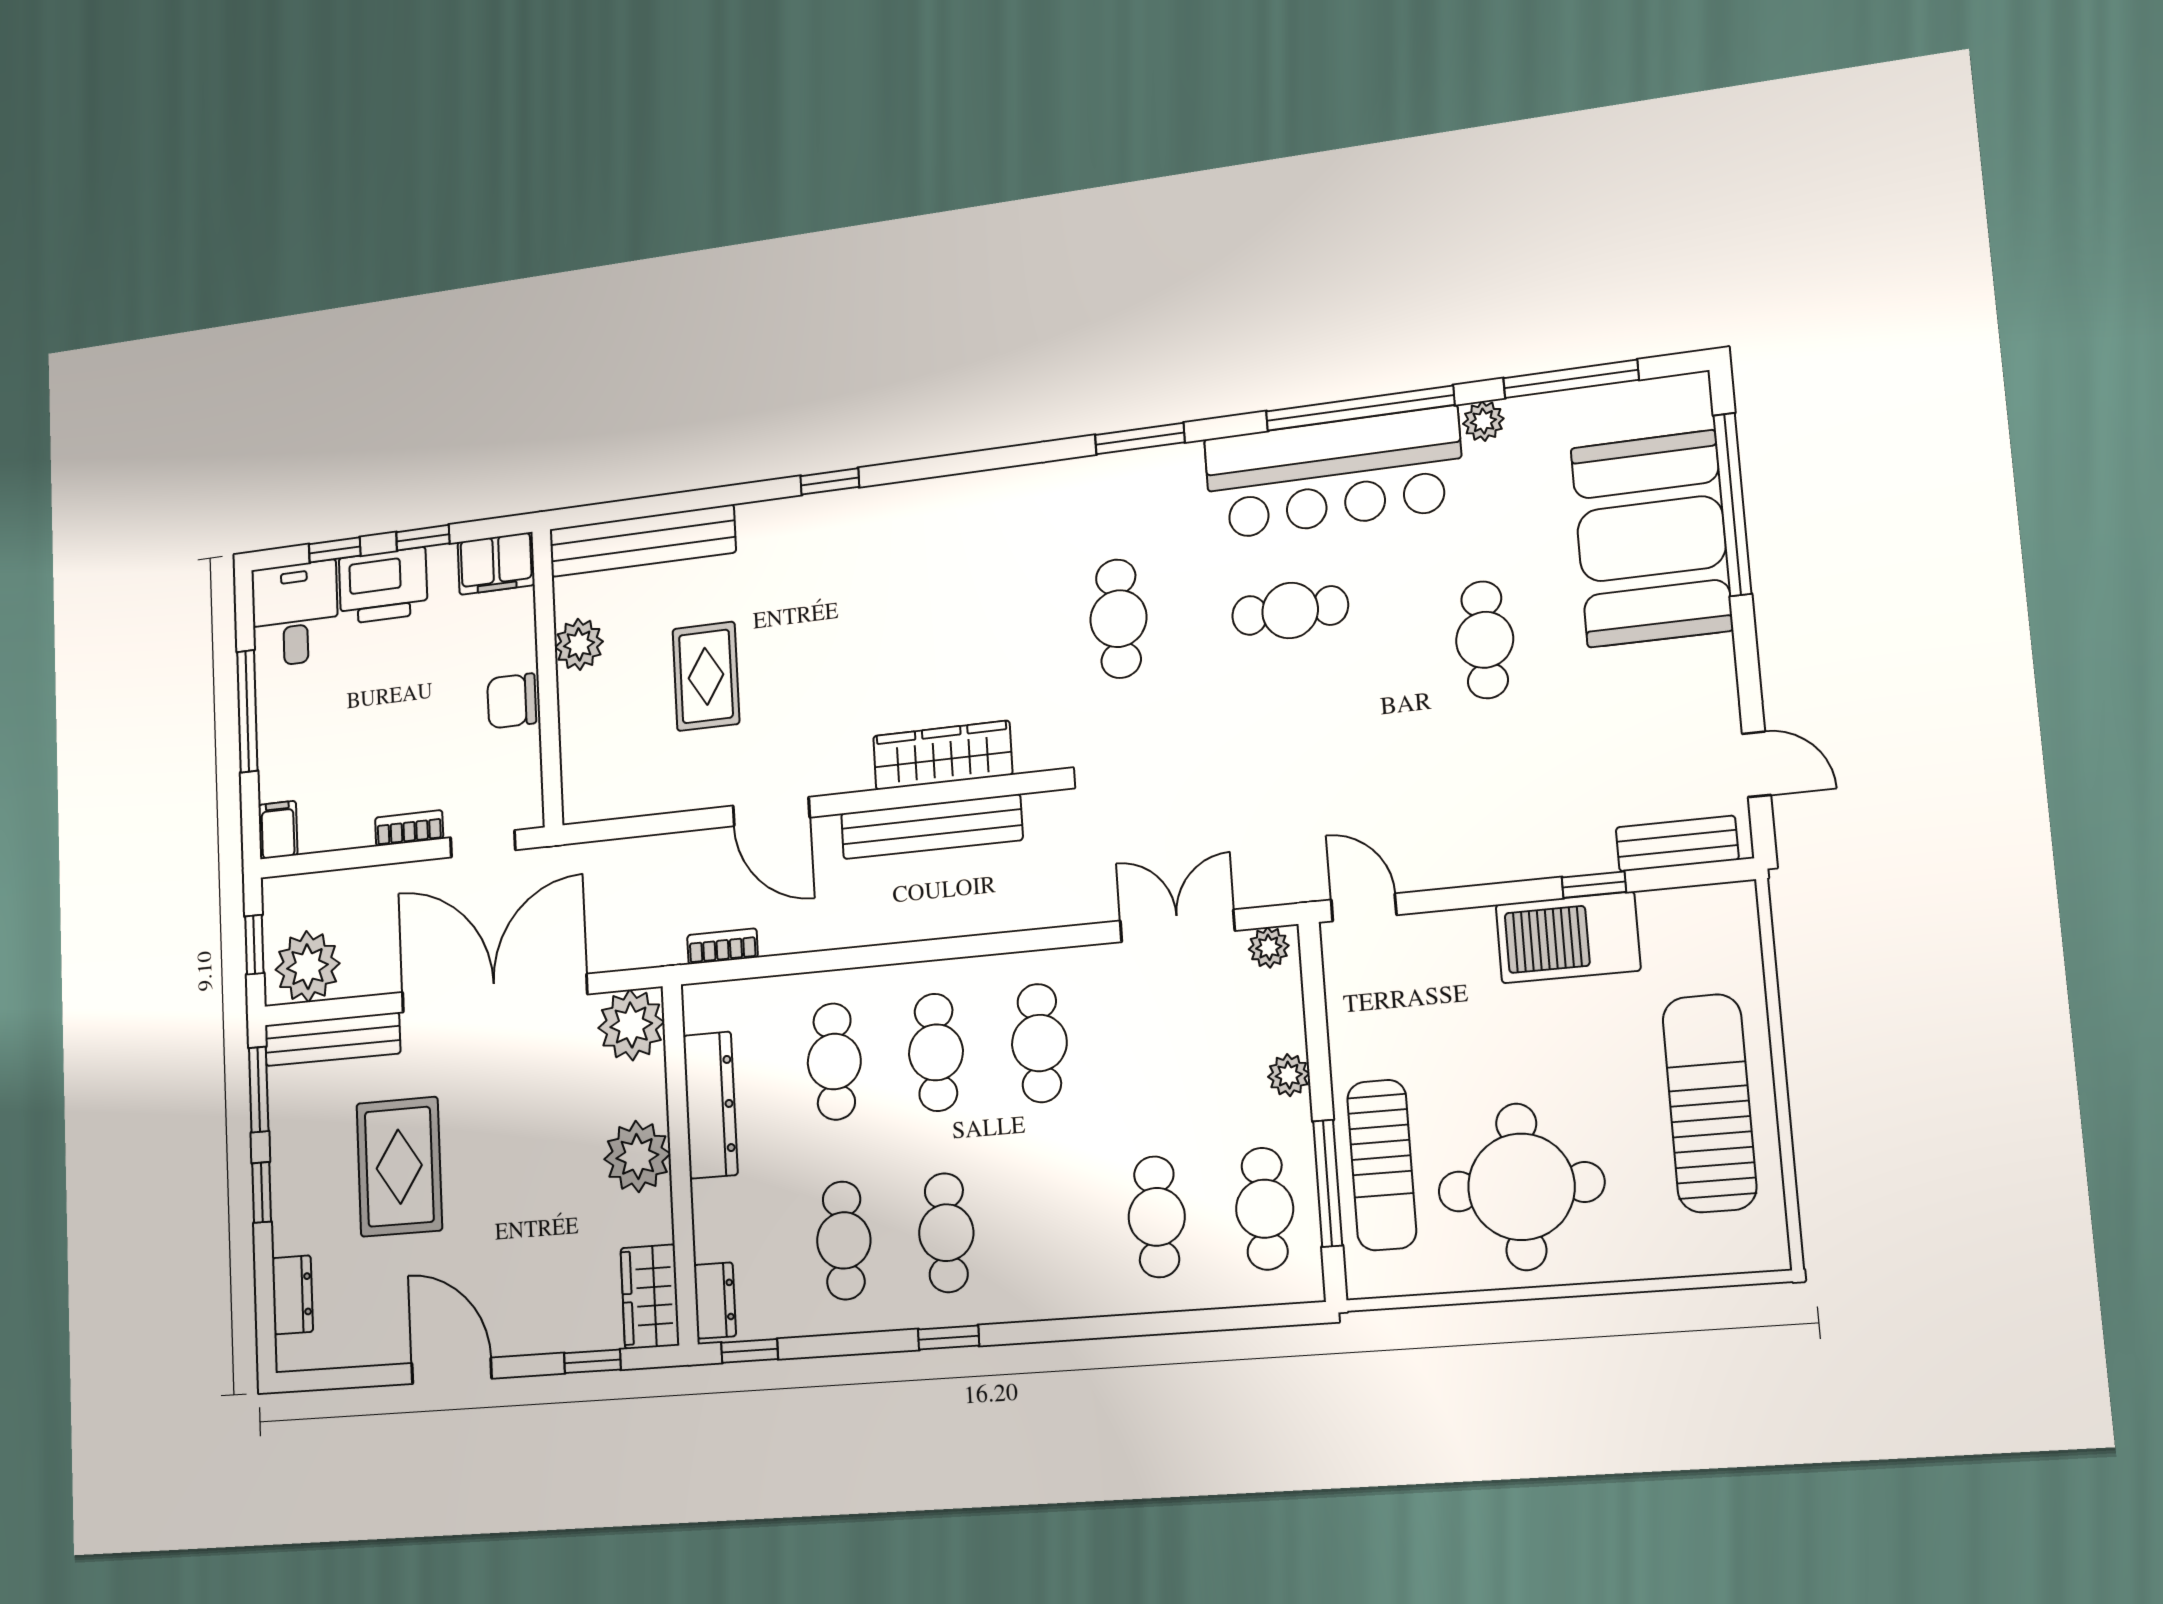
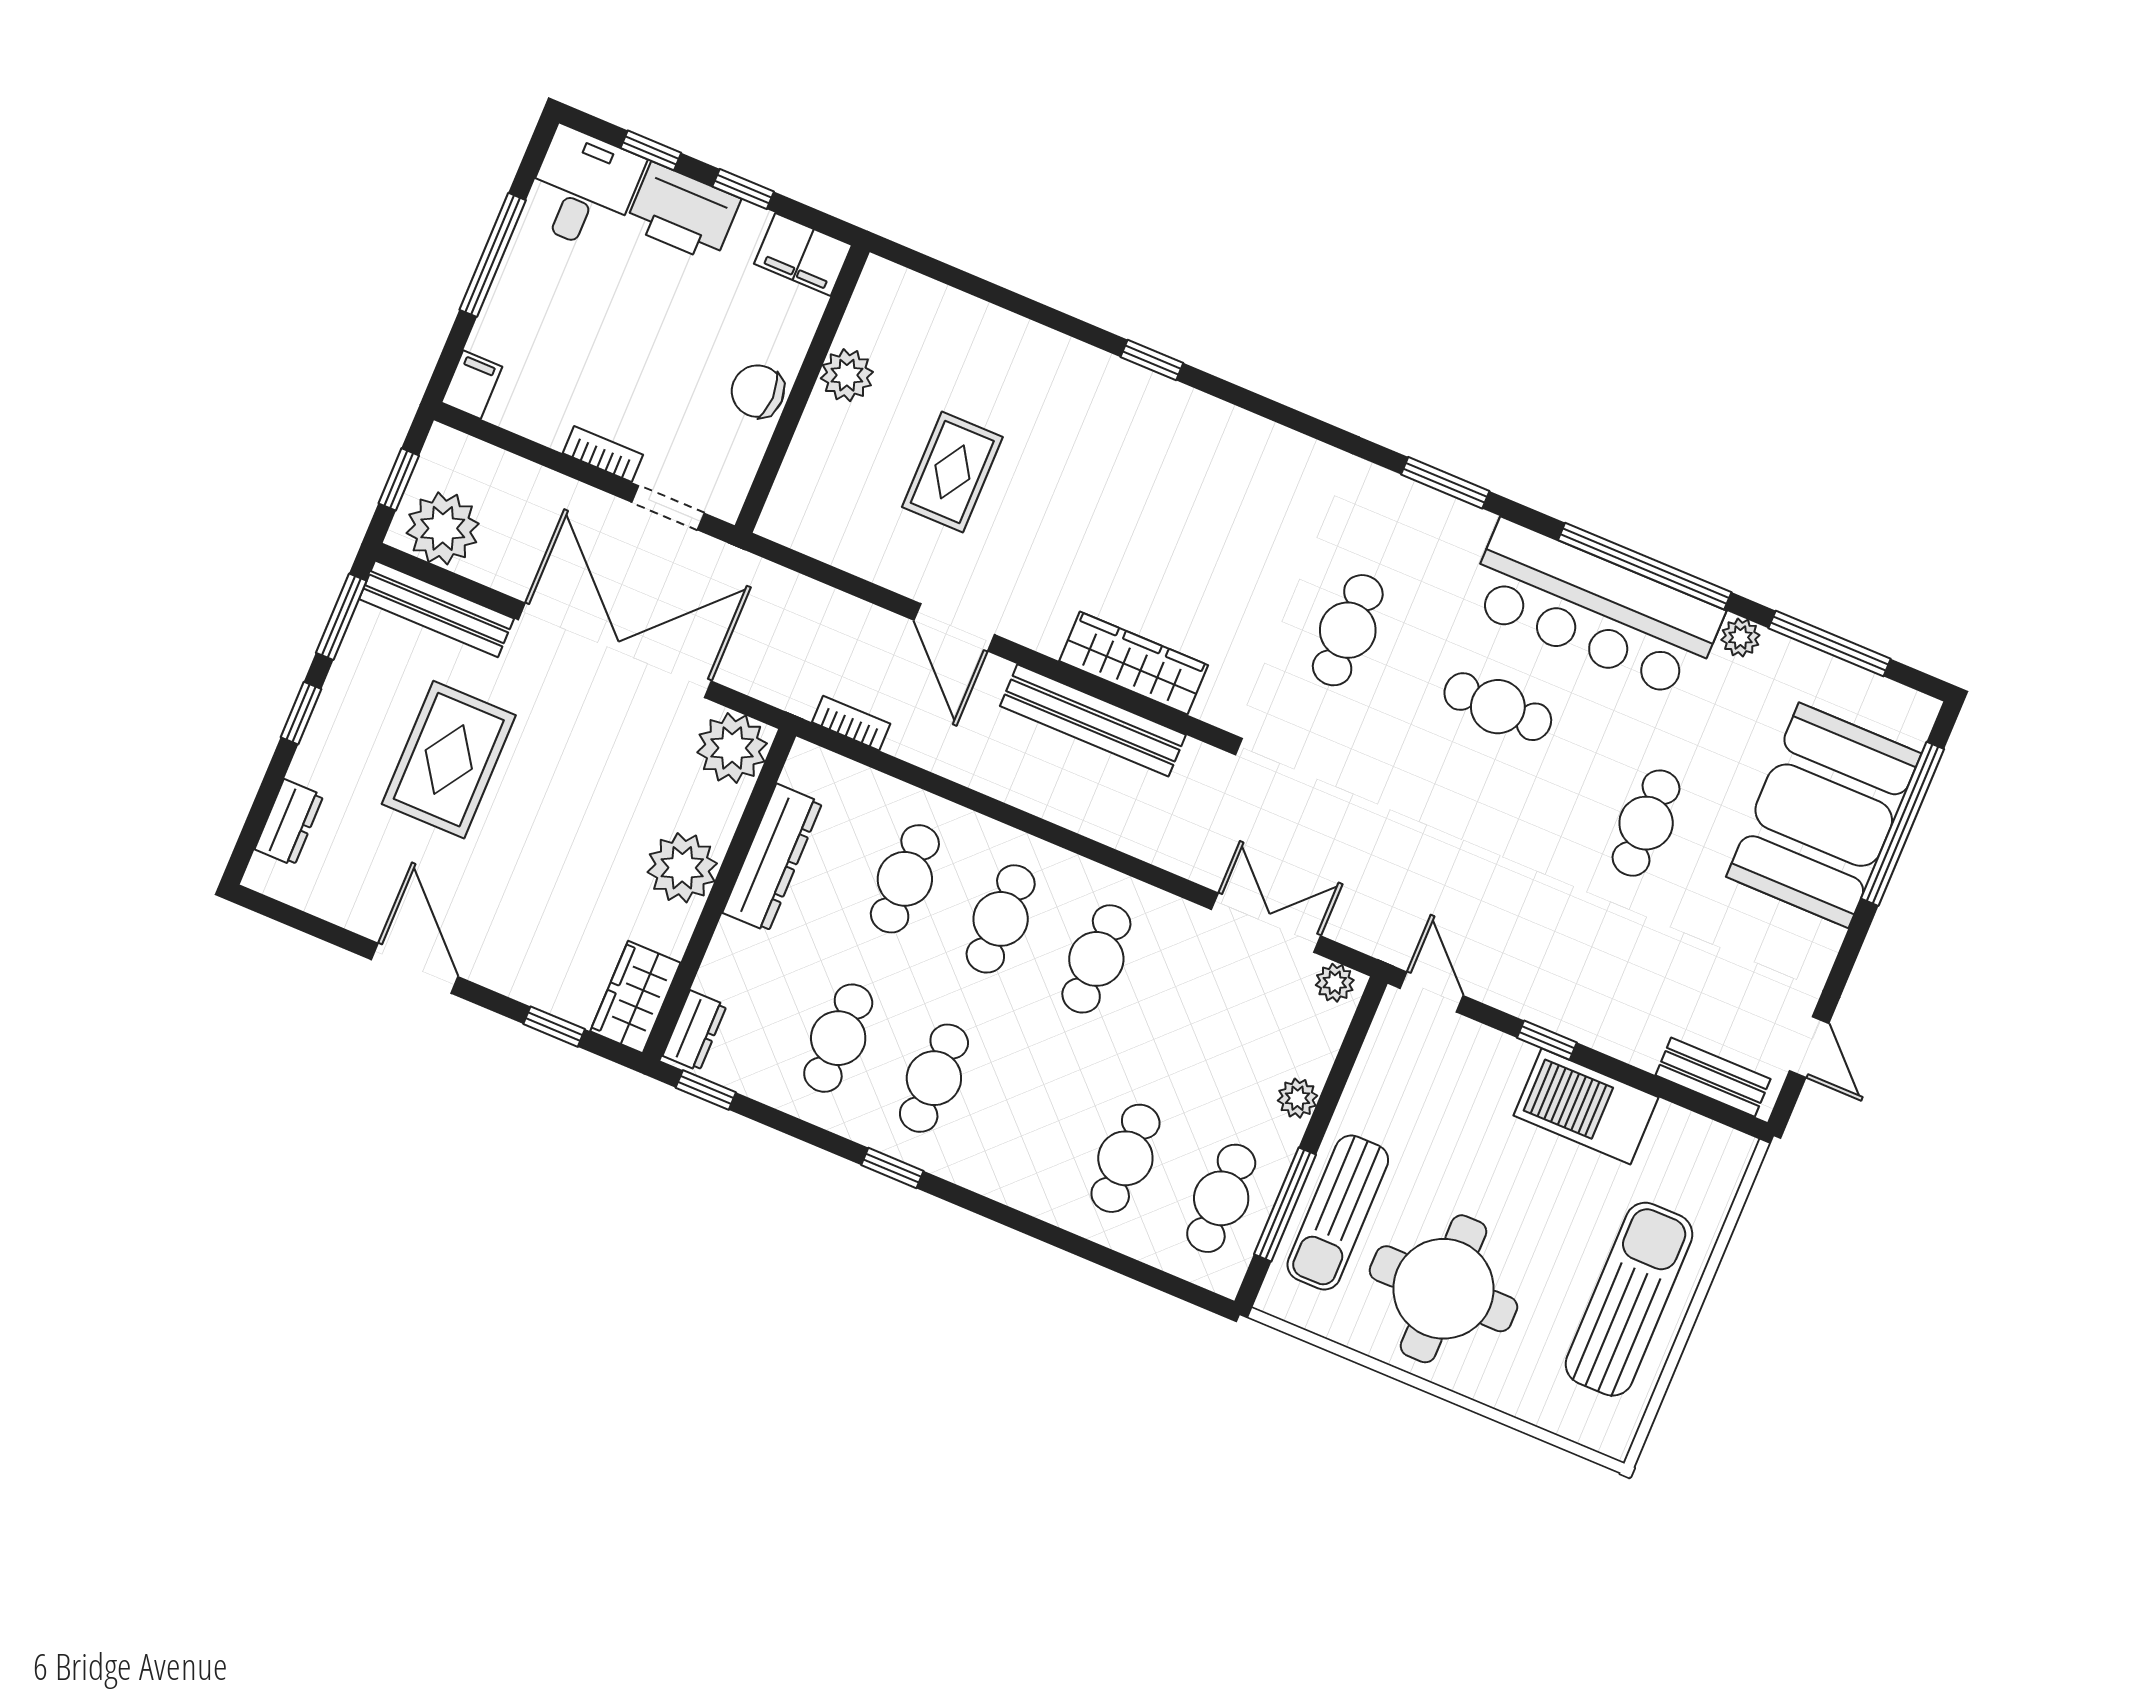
bench: (642, 541) -> (952, 314), removed
window: (1594, 885) -> (1547, 1040), moved

